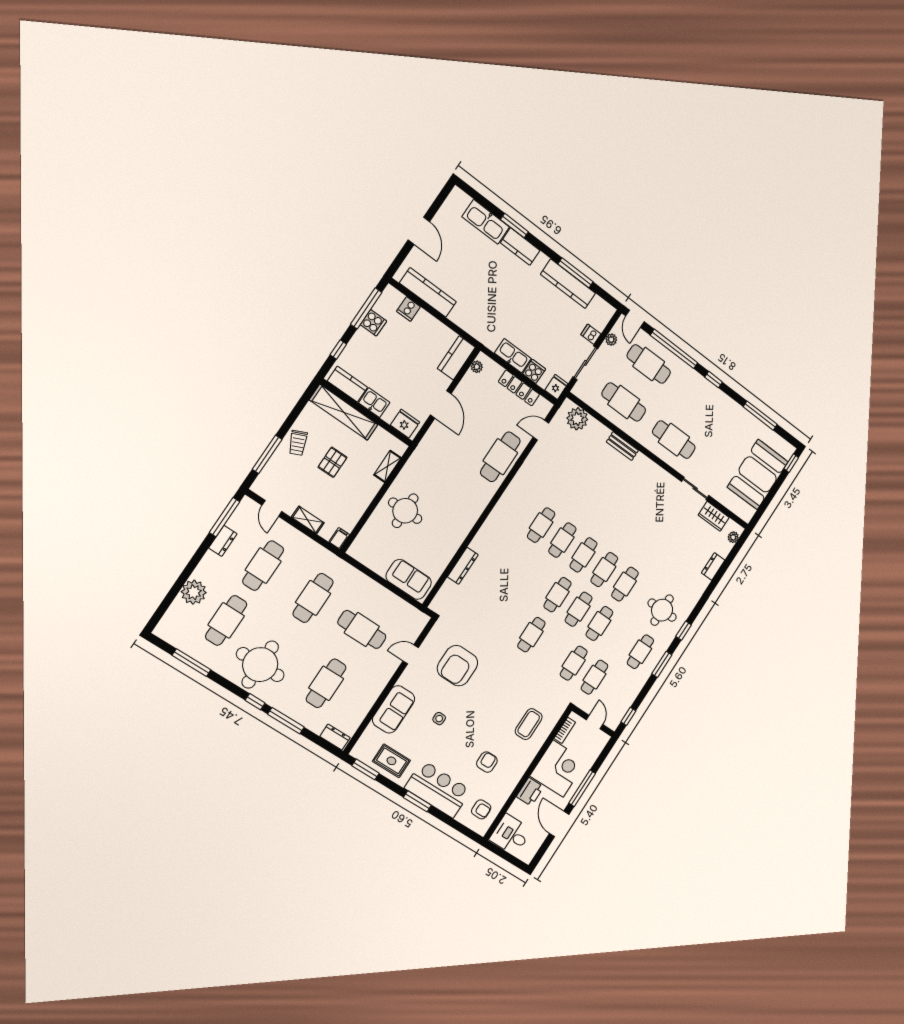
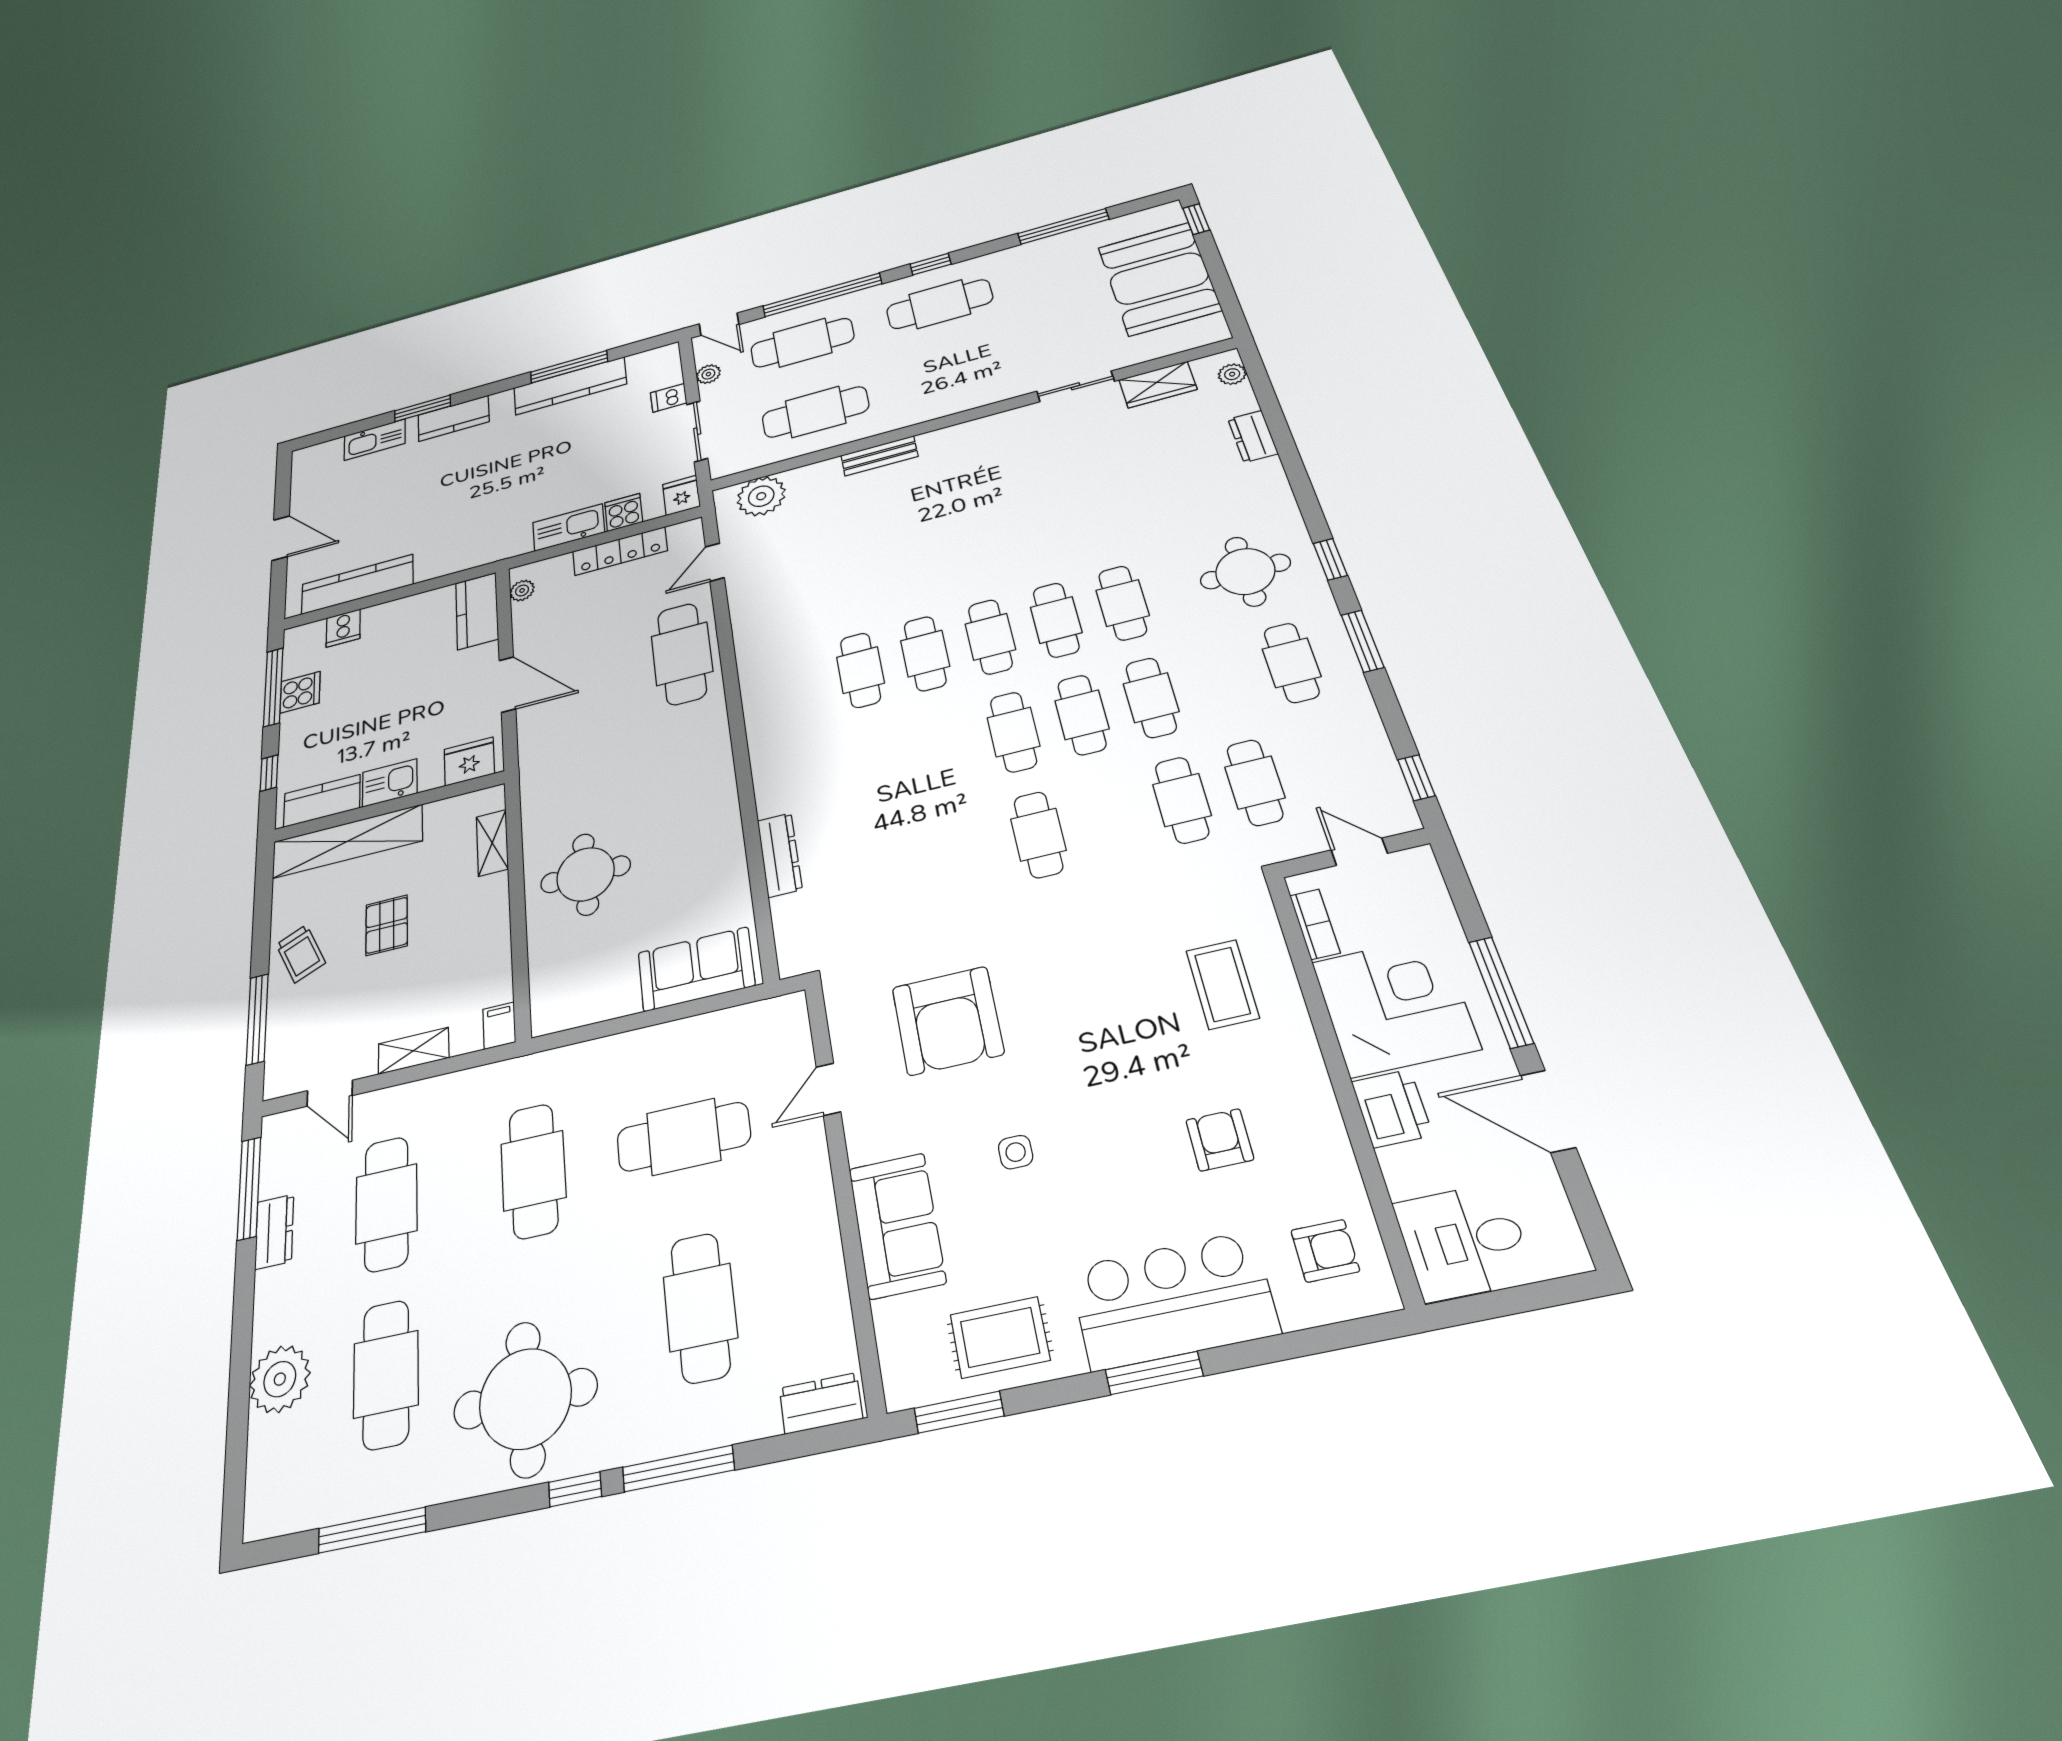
kitchen sink: (486, 222) -> (375, 440), width x0.73, depth x0.81
cafe table: (674, 440) -> (940, 304), moved

